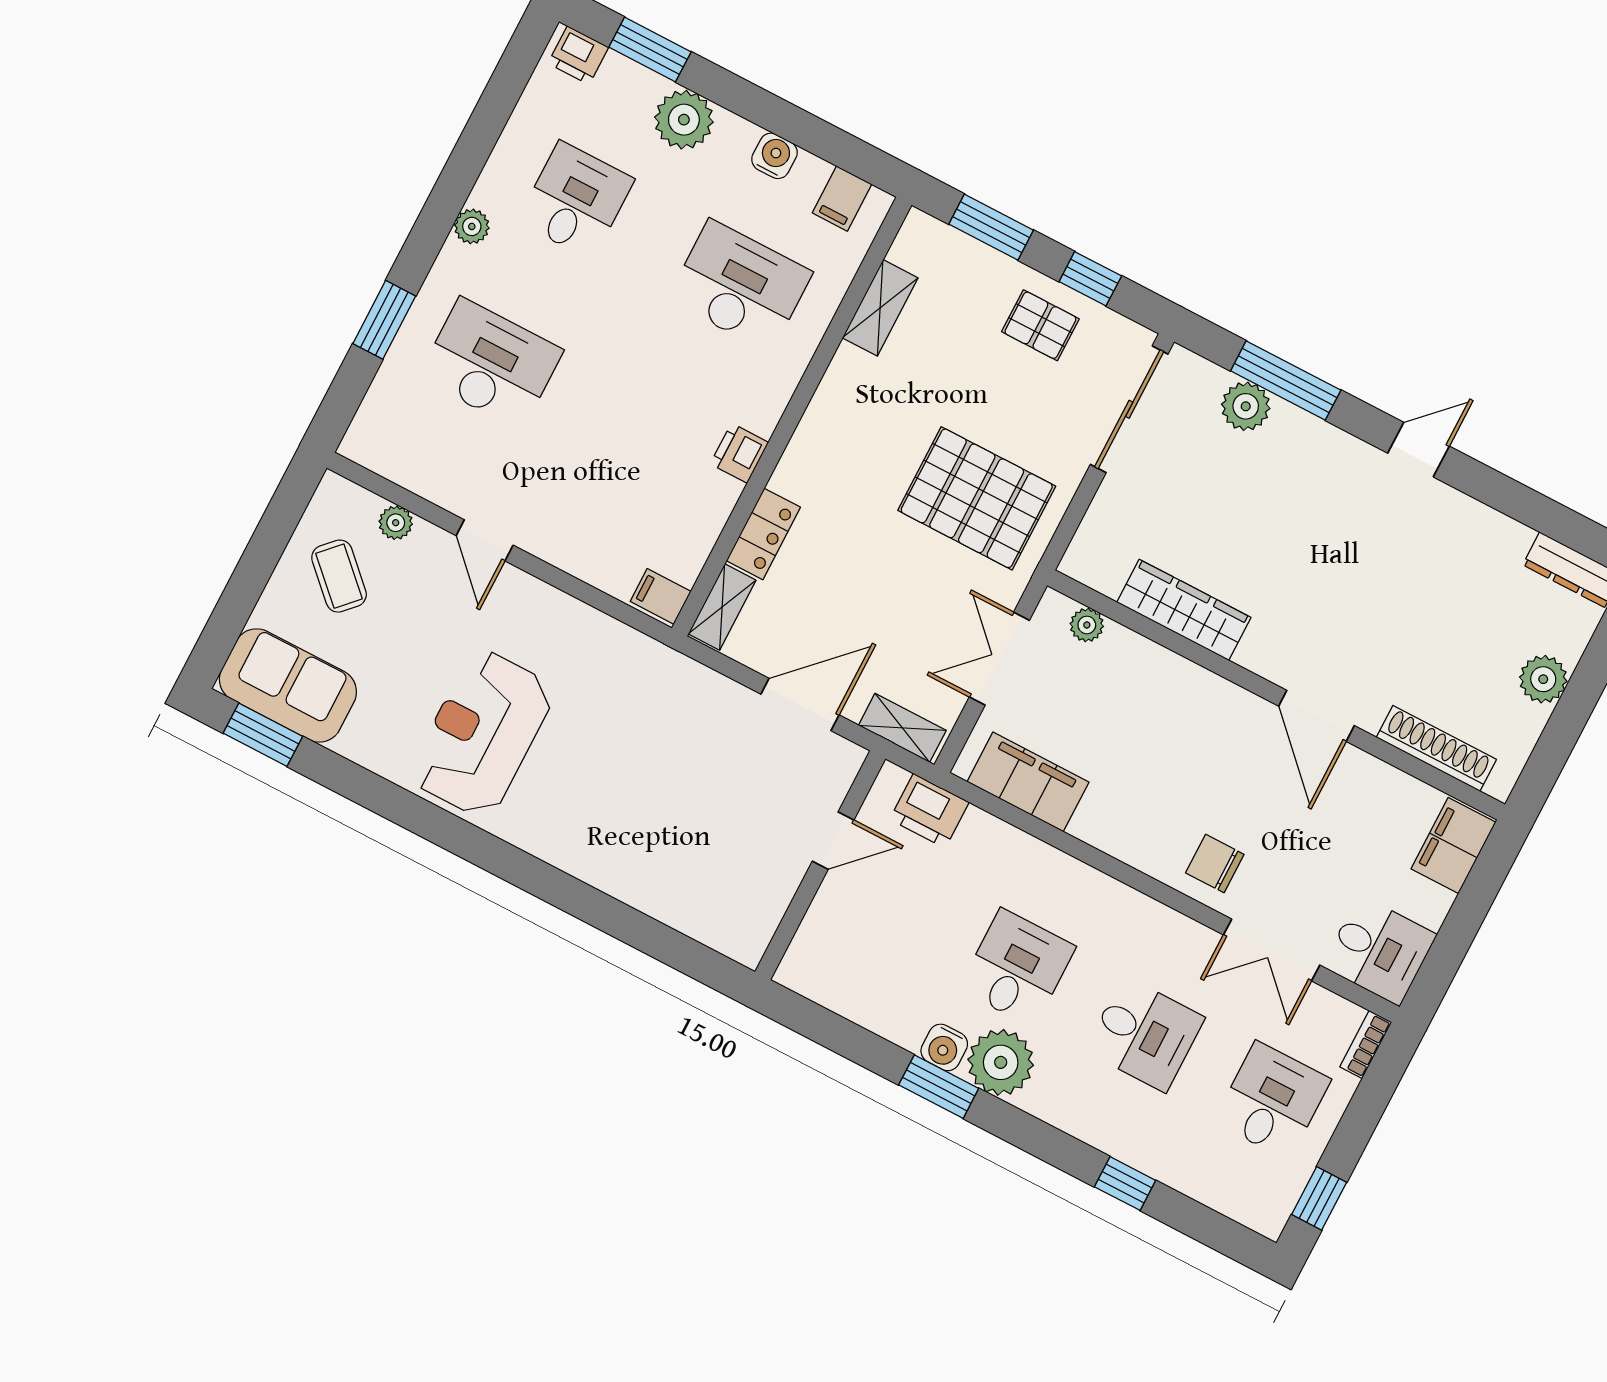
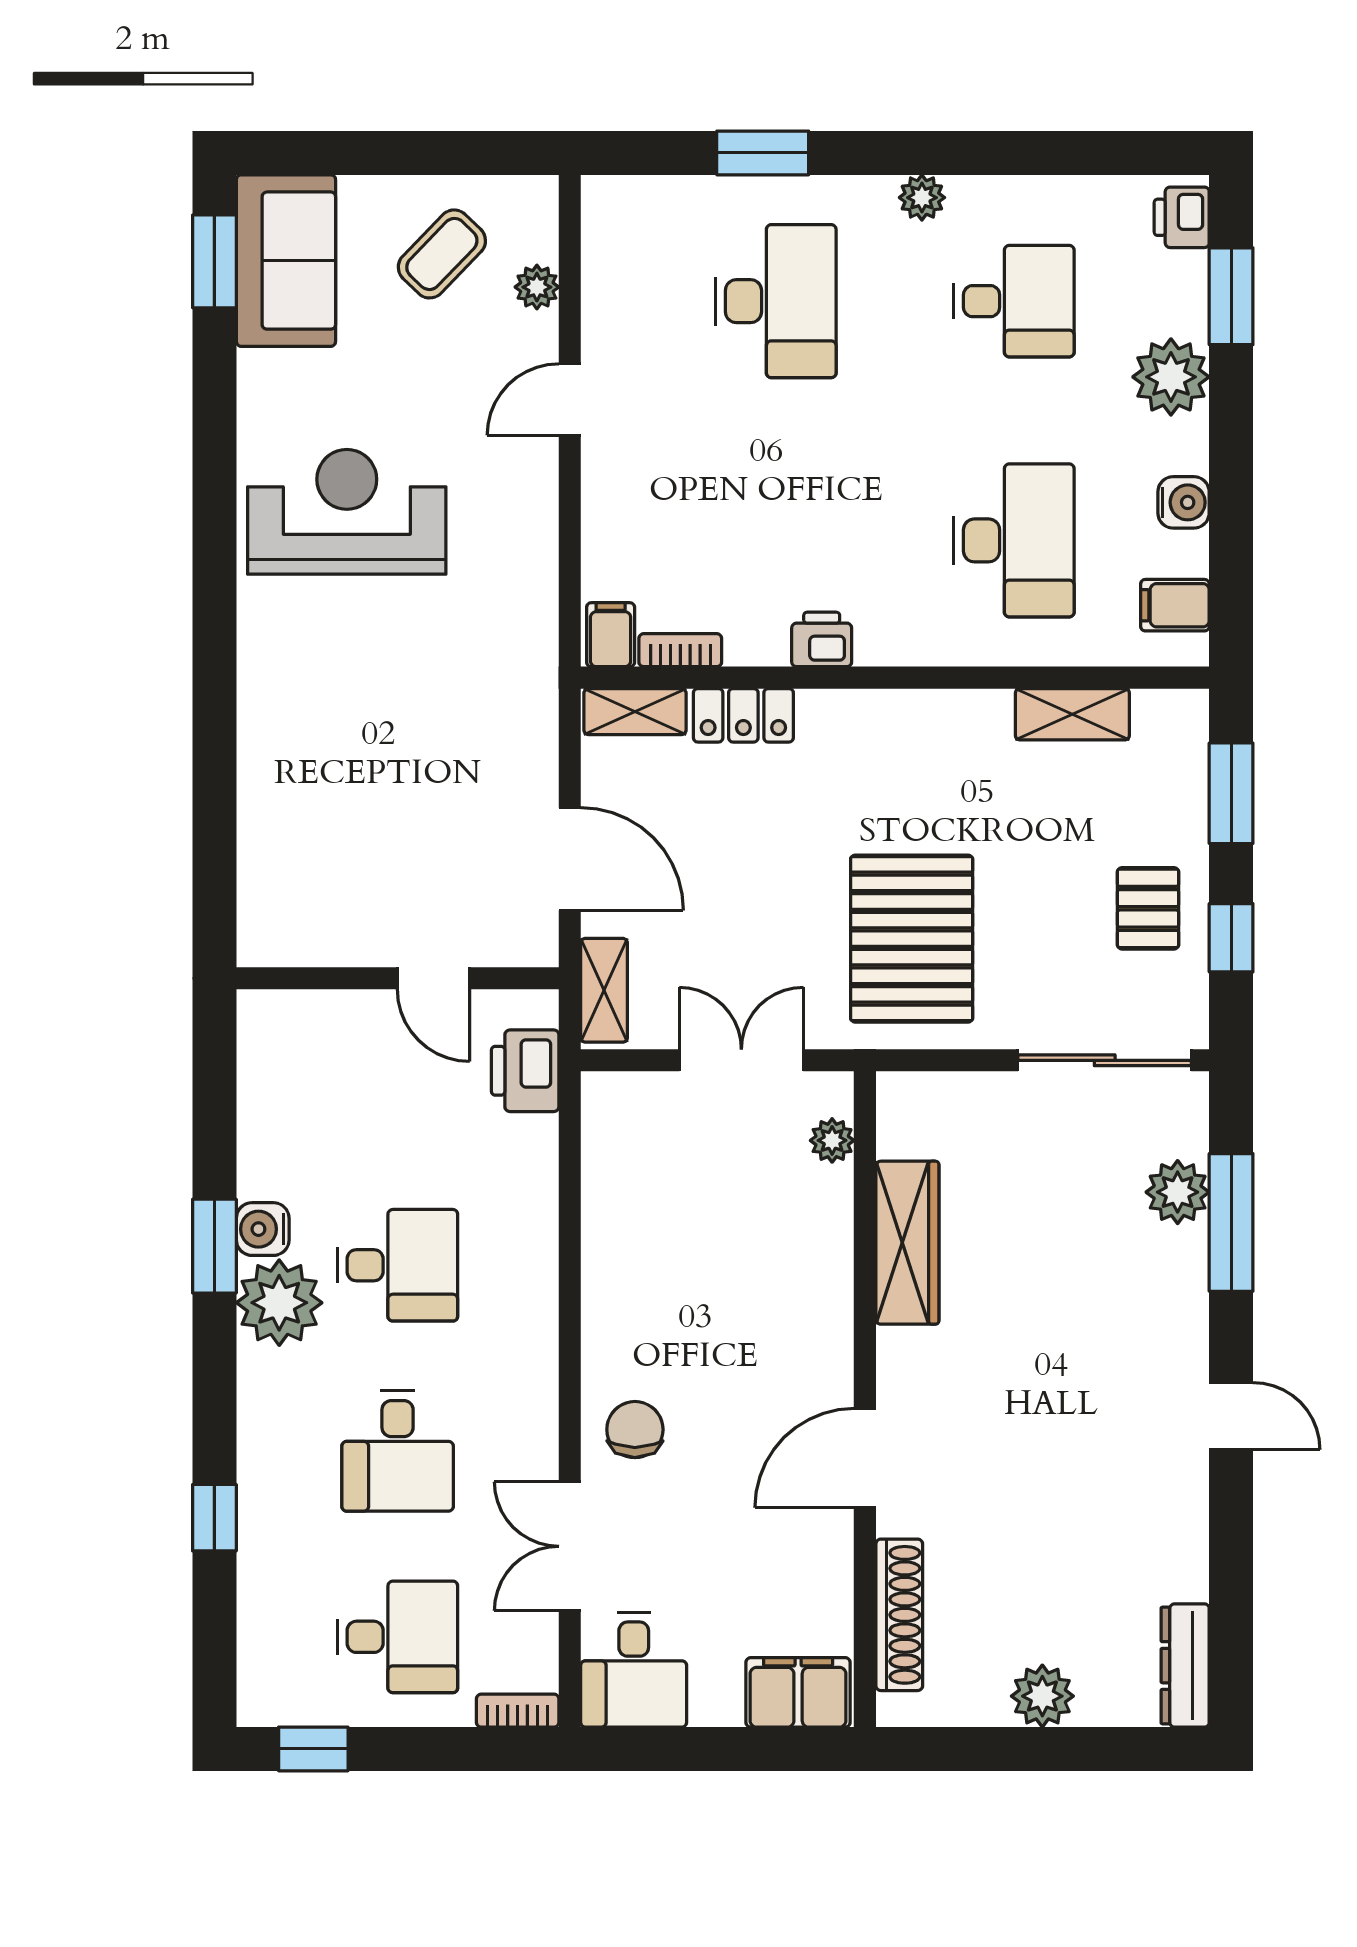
bookcase: (696, 554) -> (680, 650), added
filing cabinet: (1028, 782) -> (617, 1167), removed

